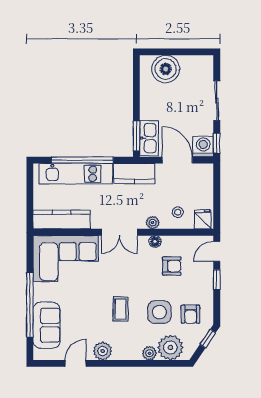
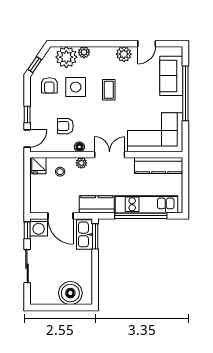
armchair: (191, 314) -> (49, 85), turned 180

